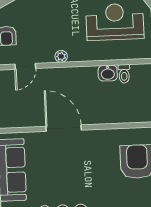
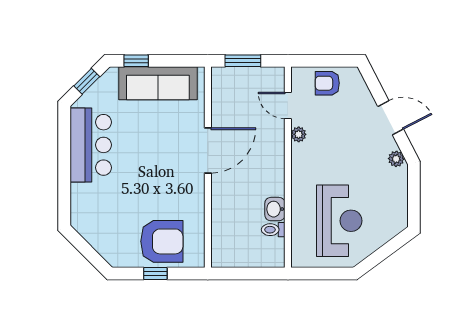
plant: (61, 56) -> (299, 134), moved

